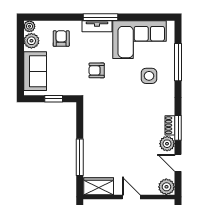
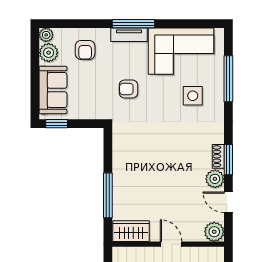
armchair: (61, 39) -> (85, 50), turned 180
window: (54, 99) -> (57, 124), moved

